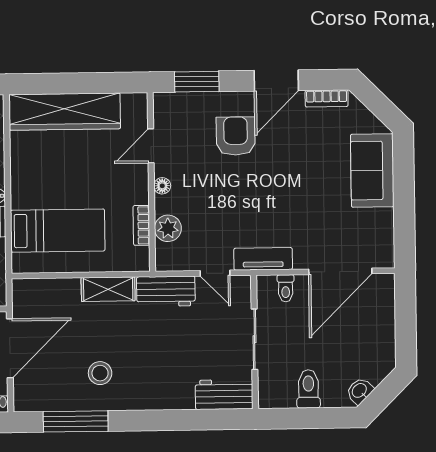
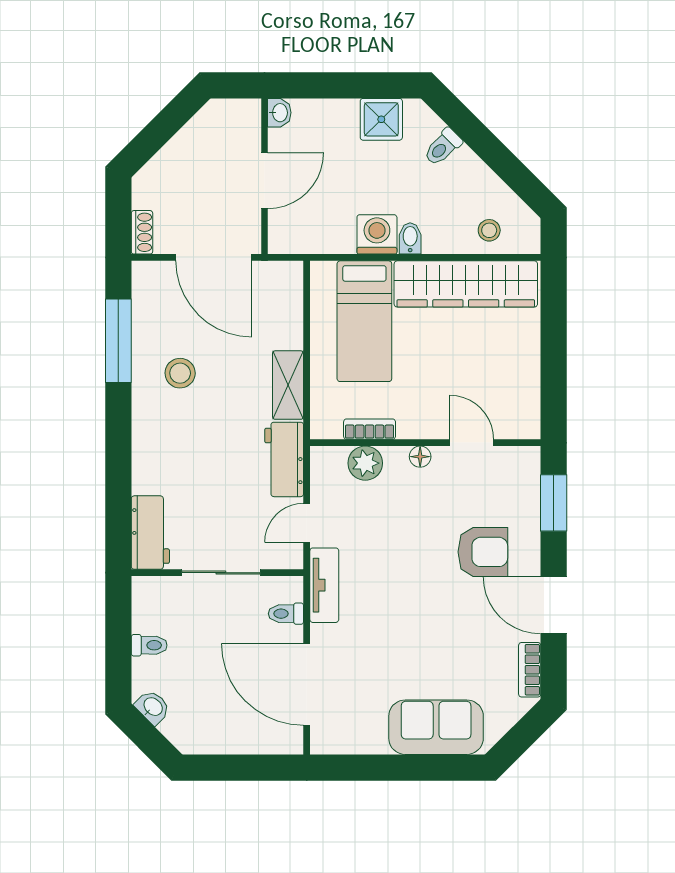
wardrobe: (65, 112) -> (466, 284), moved, turned -90
toilet: (308, 389) -> (149, 645), width x0.73, depth x0.72

